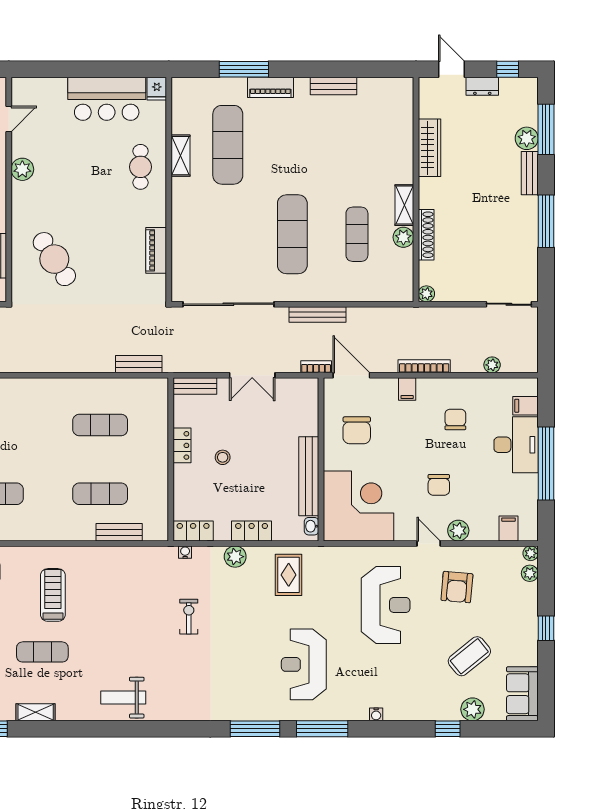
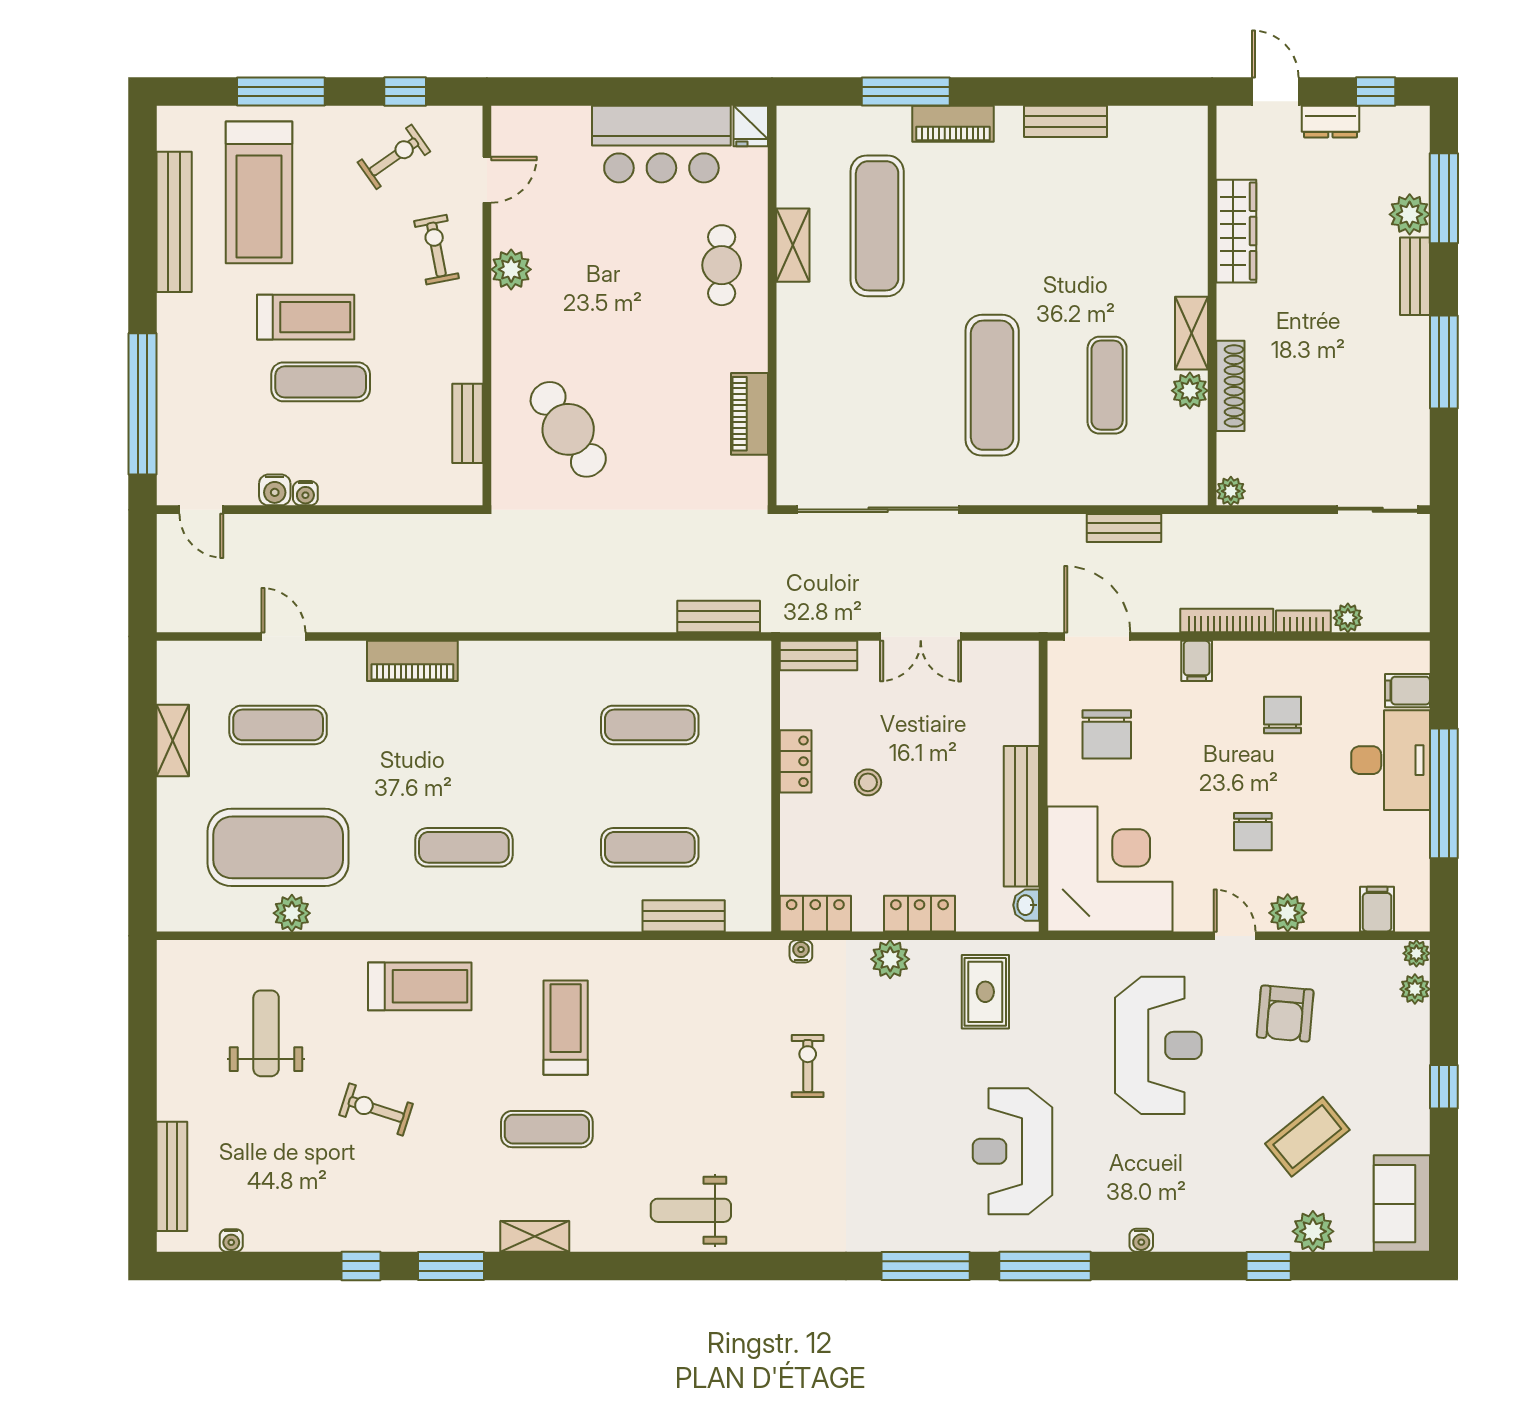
bench: (318, 315) -> (1124, 528), moved, width x0.73
bookcase: (316, 367) -> (1303, 621), moved

